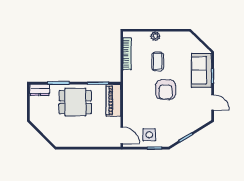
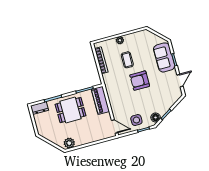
armchair: (166, 90) -> (140, 81), turned 90
door: (213, 102) -> (180, 81), hinge flipped
floor lamp: (172, 138) -> (156, 117), added
plant: (63, 140) -> (69, 143), added

